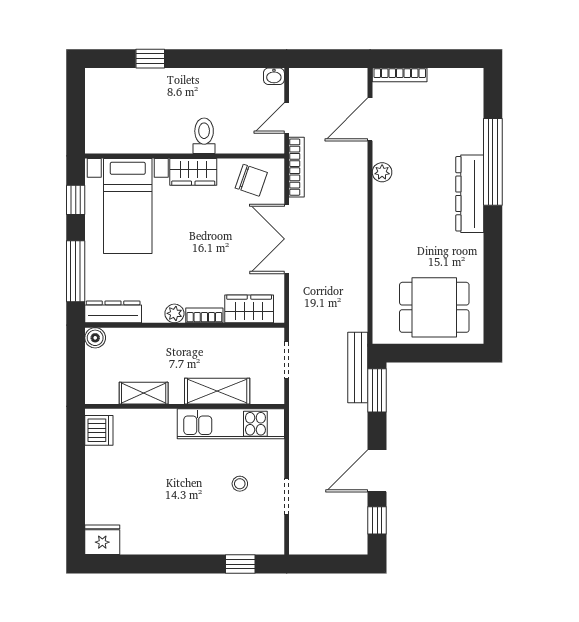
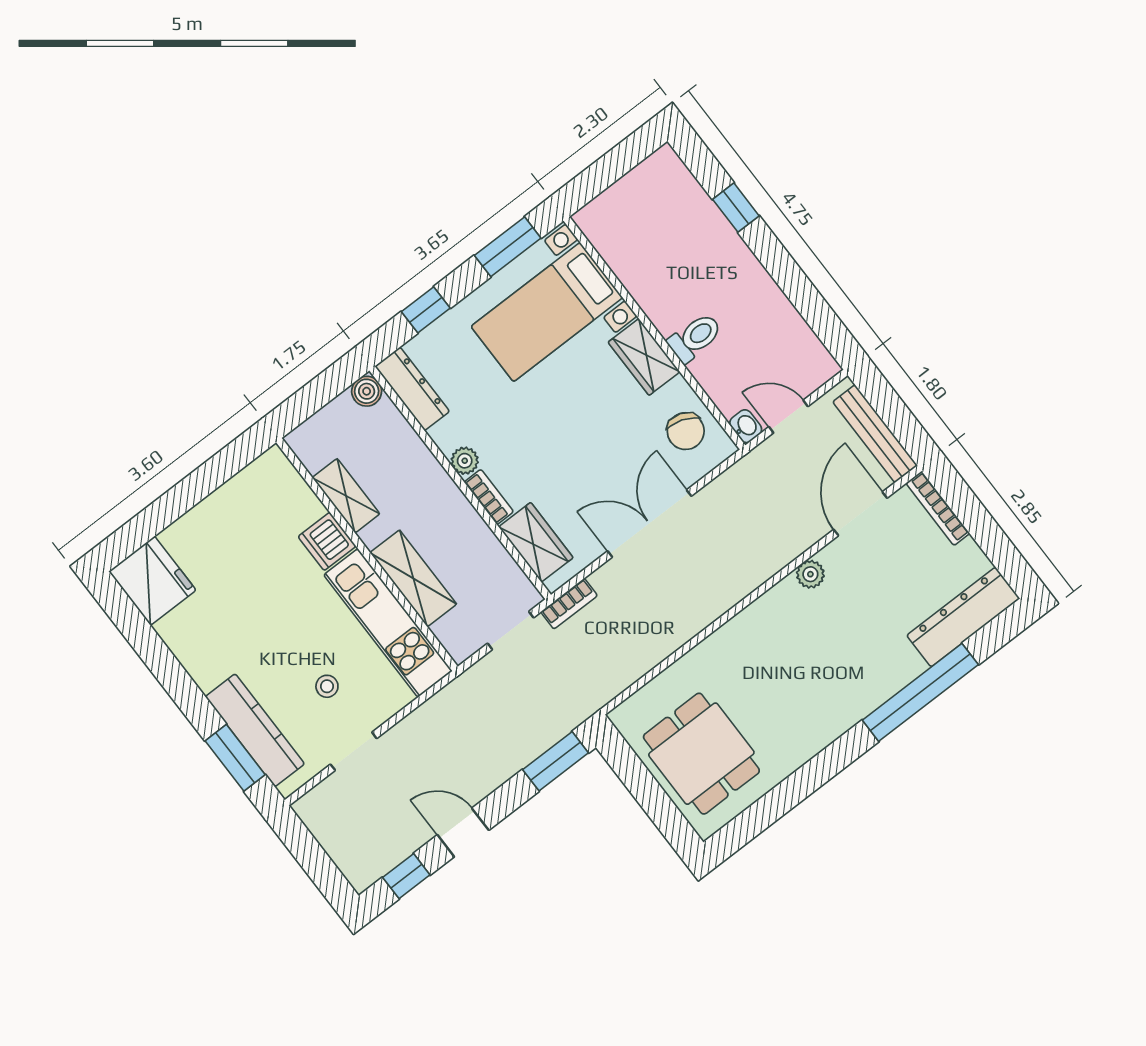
washbasin: (274, 76) -> (746, 426), moved, turned 180
door: (370, 119) -> (860, 514), hinge flipped
bookcase: (297, 167) -> (569, 604), moved, width x0.64
dresser: (470, 194) -> (963, 617), moved
window: (76, 200) -> (508, 247), width x1.50
window: (76, 271) -> (426, 310), width x0.46
bench: (358, 367) -> (875, 434), moved, turned 90
dishwasher: (99, 430) -> (327, 541), moved, turned 90
door: (377, 471) -> (463, 832), width x0.73
fridge: (102, 540) -> (152, 581), width x1.36, depth x1.34
kitchen counter: (234, 542) -> (255, 730), added
window: (240, 564) -> (235, 758), width x1.50

